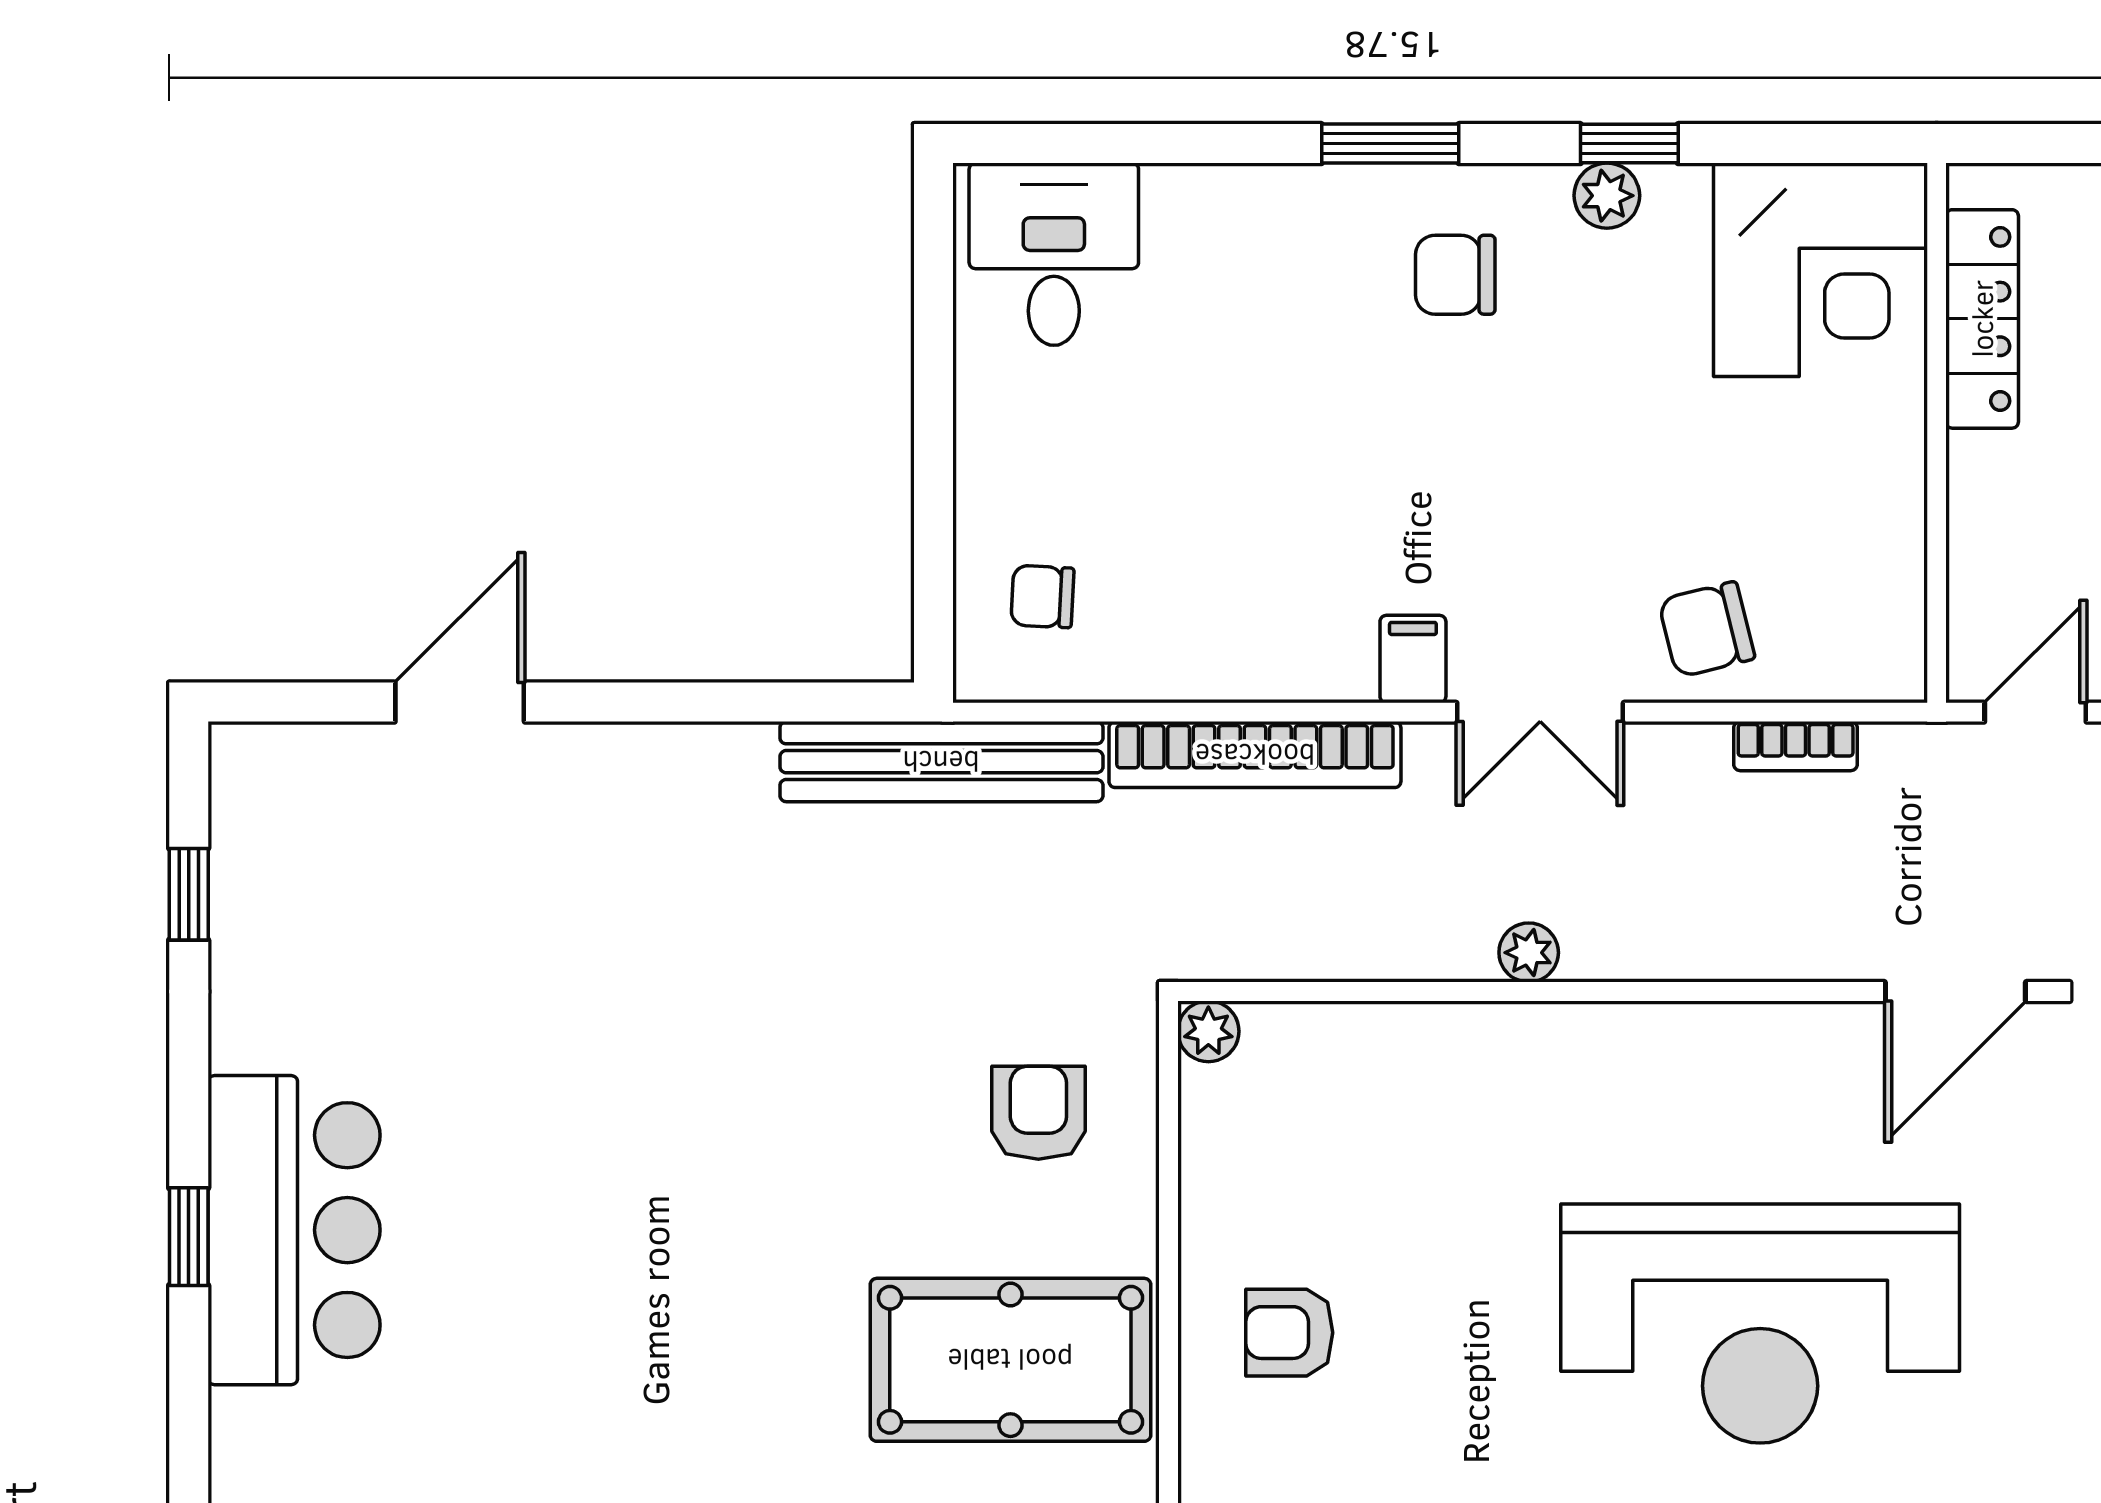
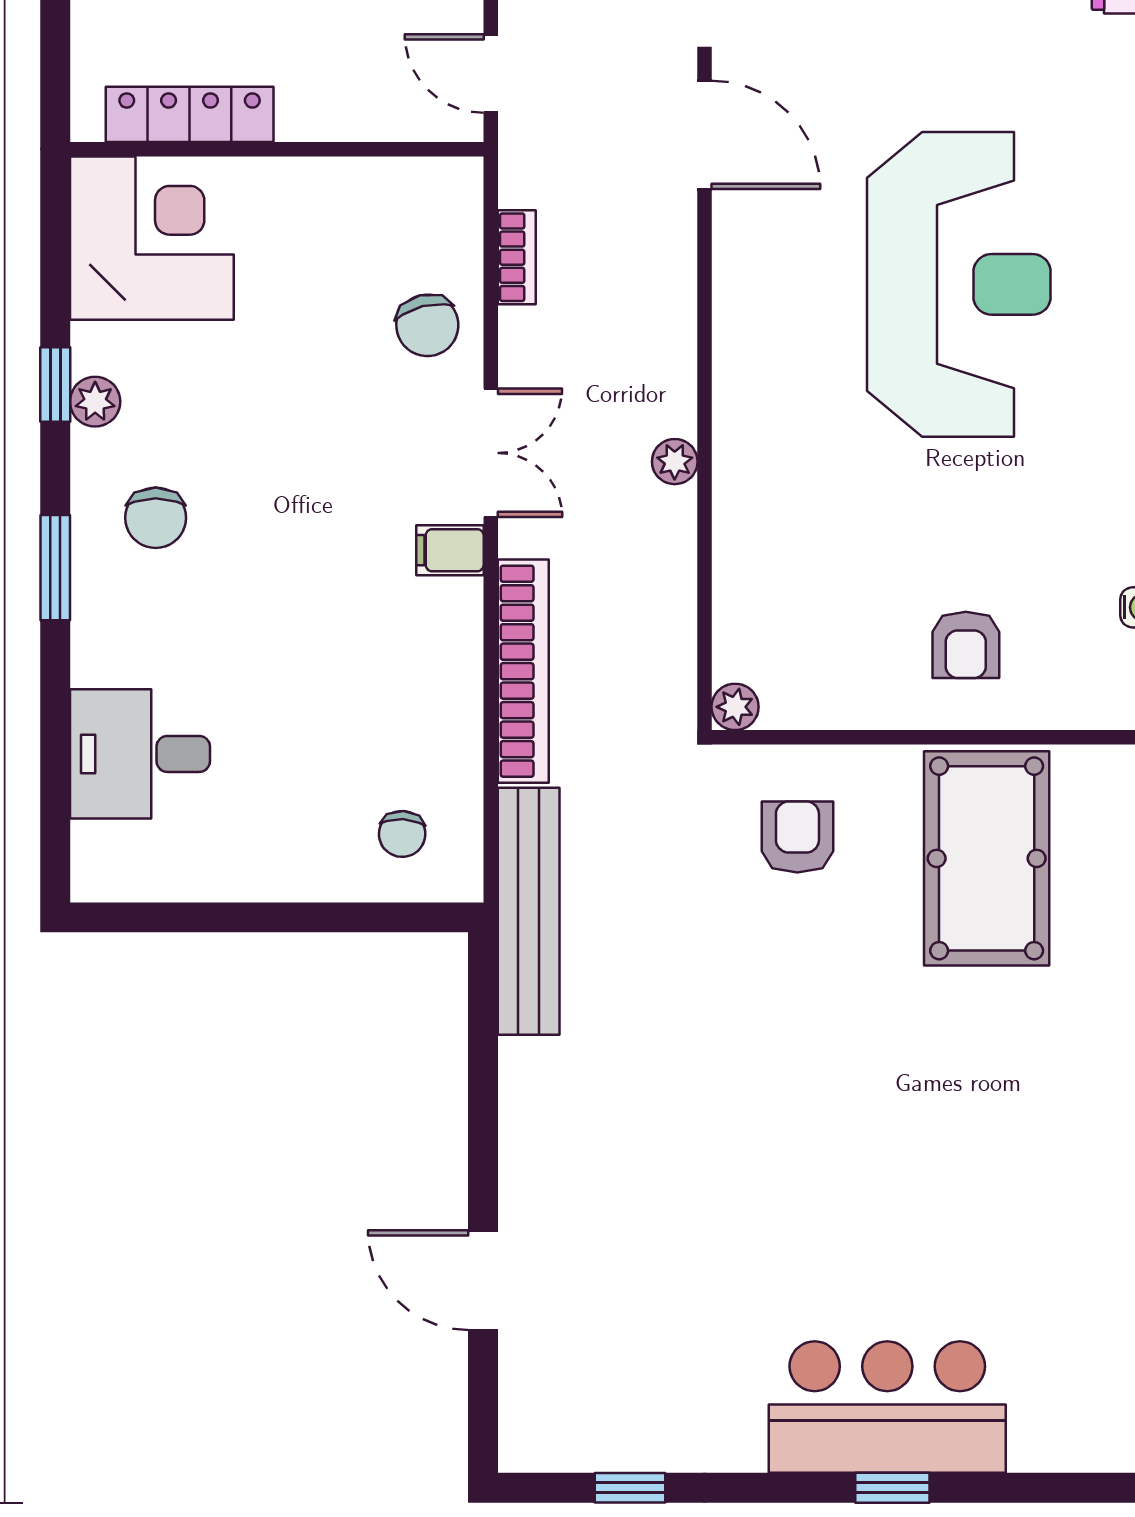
desk: (1054, 254) -> (140, 754), moved
armchair: (1038, 1113) -> (797, 837), turned 90

